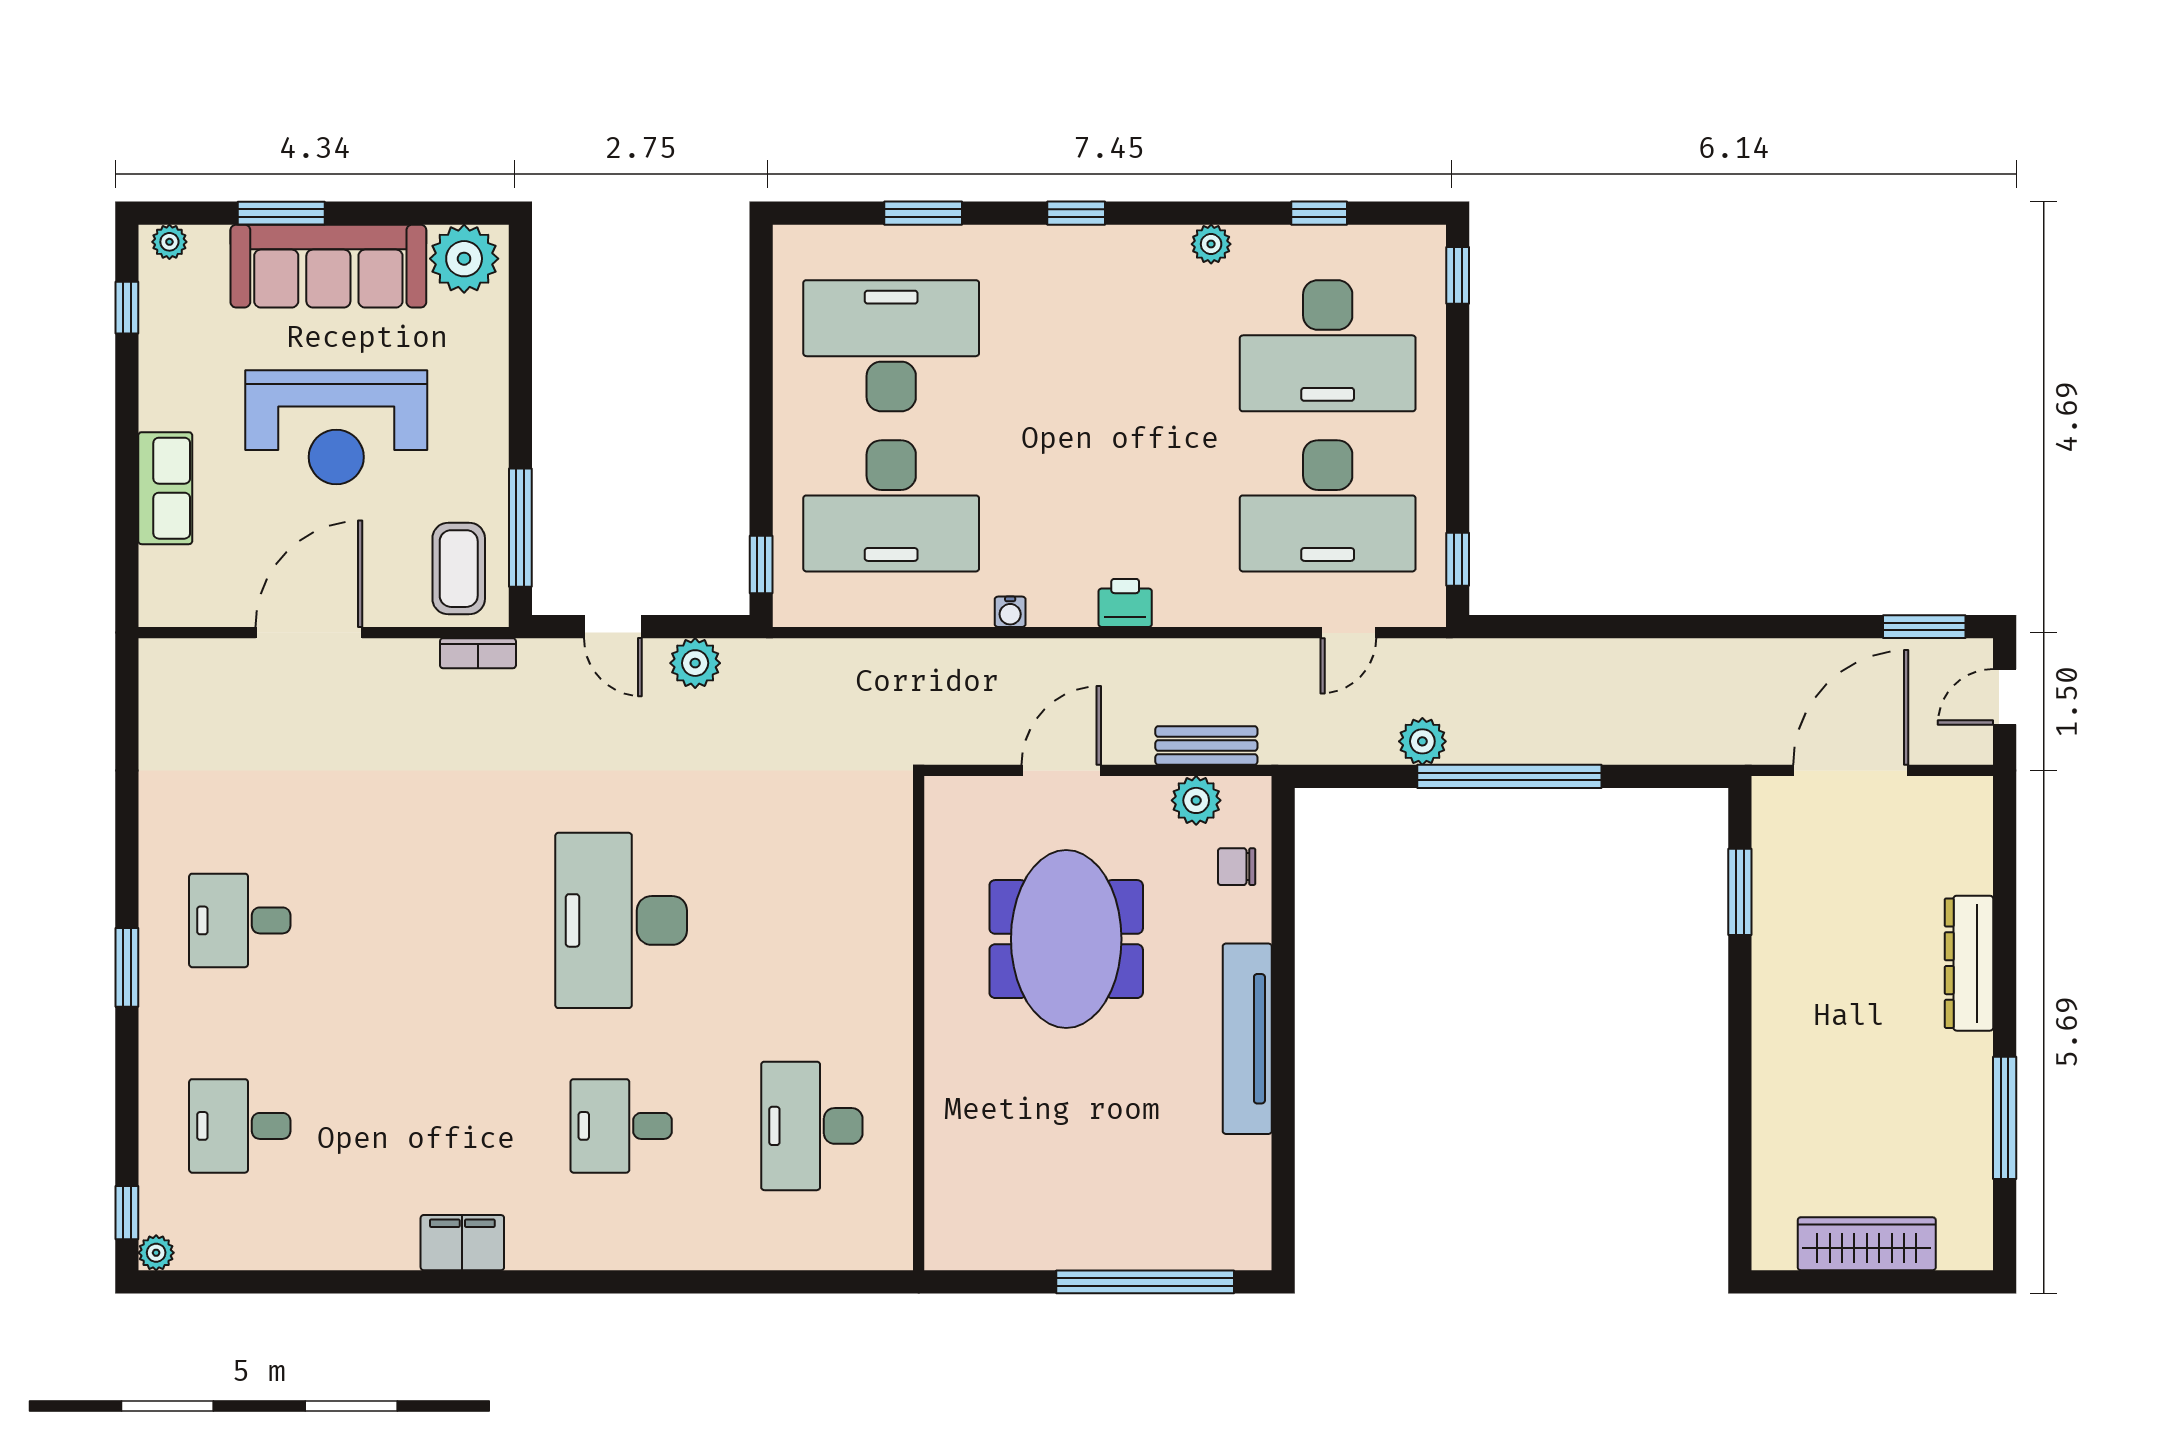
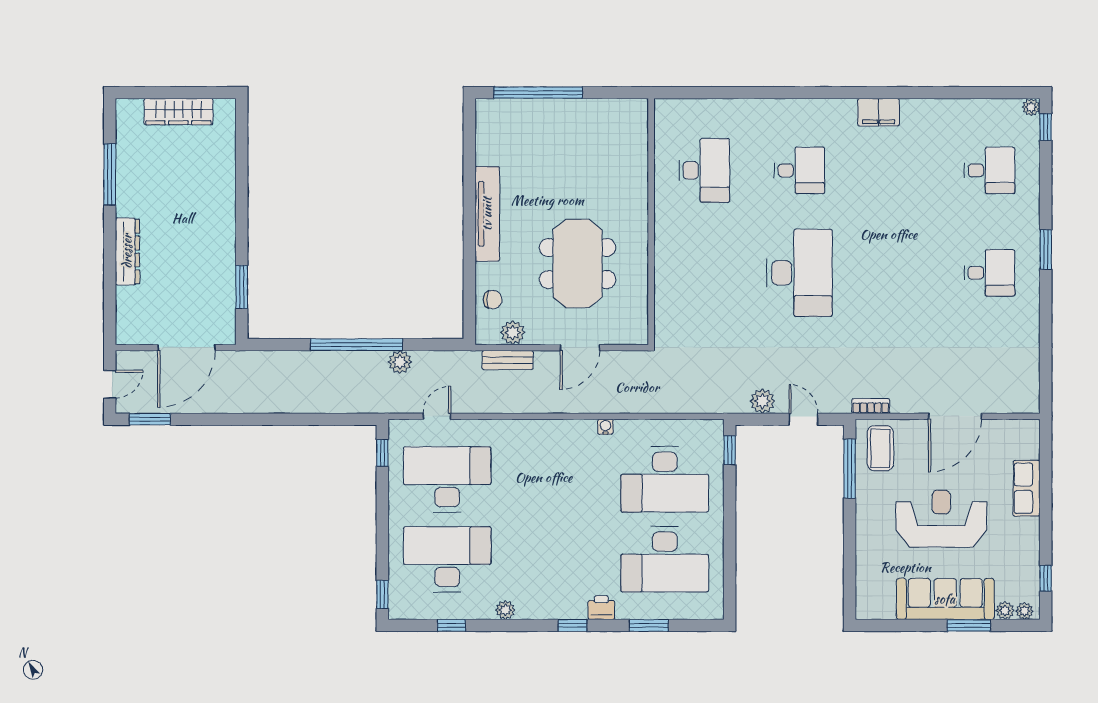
plant: (464, 259) -> (1005, 611), moved, width x0.53, depth x0.53
desk: (891, 506) -> (665, 479), turned 180
printer: (1125, 603) -> (601, 608), moved, turned 180

